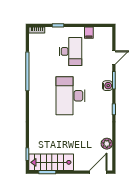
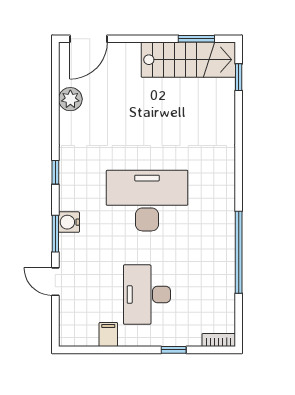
door: (114, 58) -> (55, 282), hinge flipped
desk: (71, 96) -> (147, 201), turned -90

